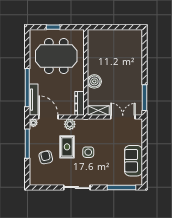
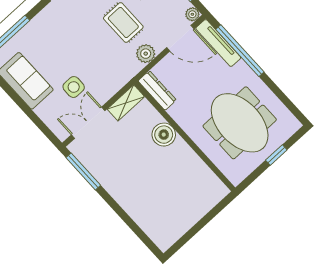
meeting table: (56, 56) -> (240, 123), turned 90
double door: (123, 117) -> (88, 123), swing flipped
side table: (88, 152) -> (74, 87), moved

